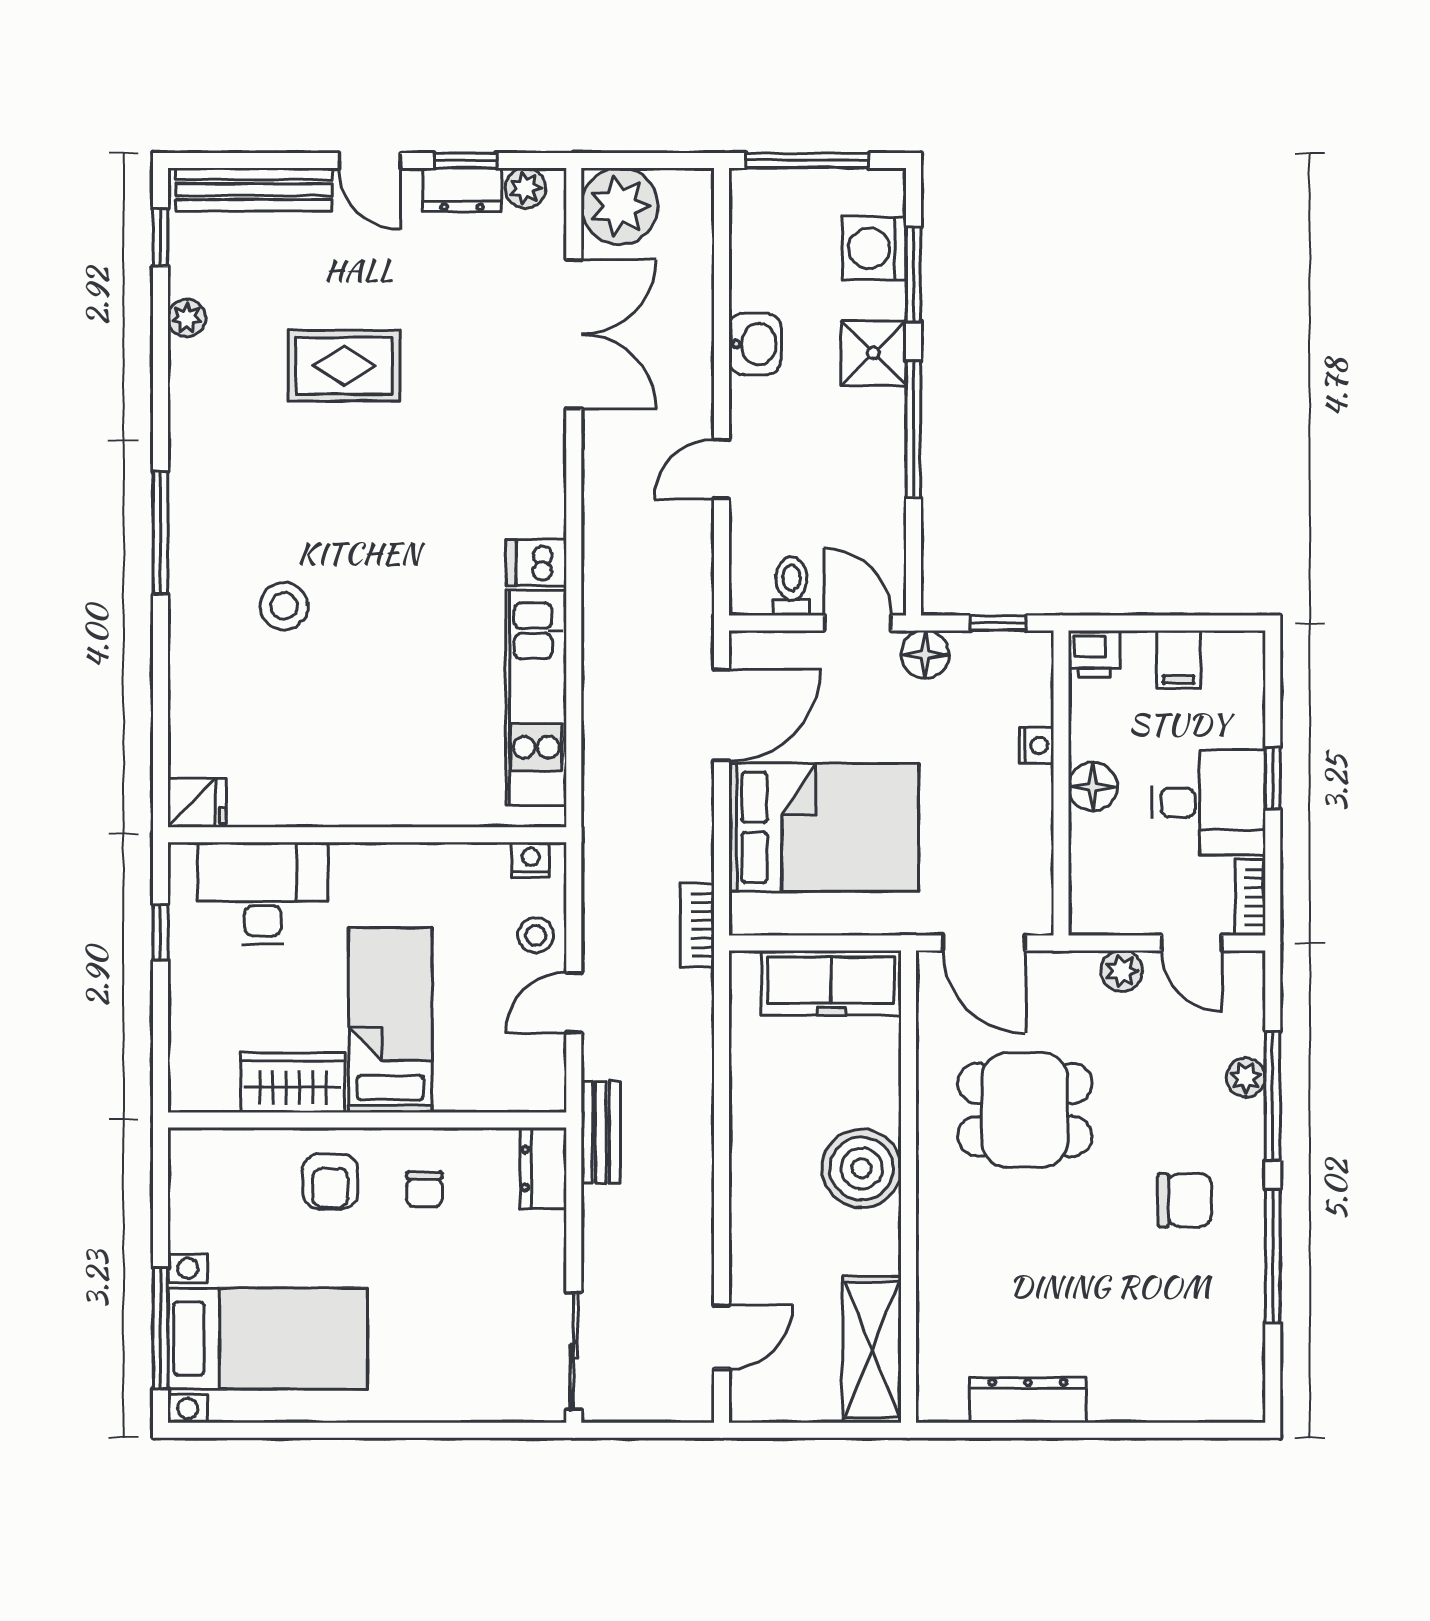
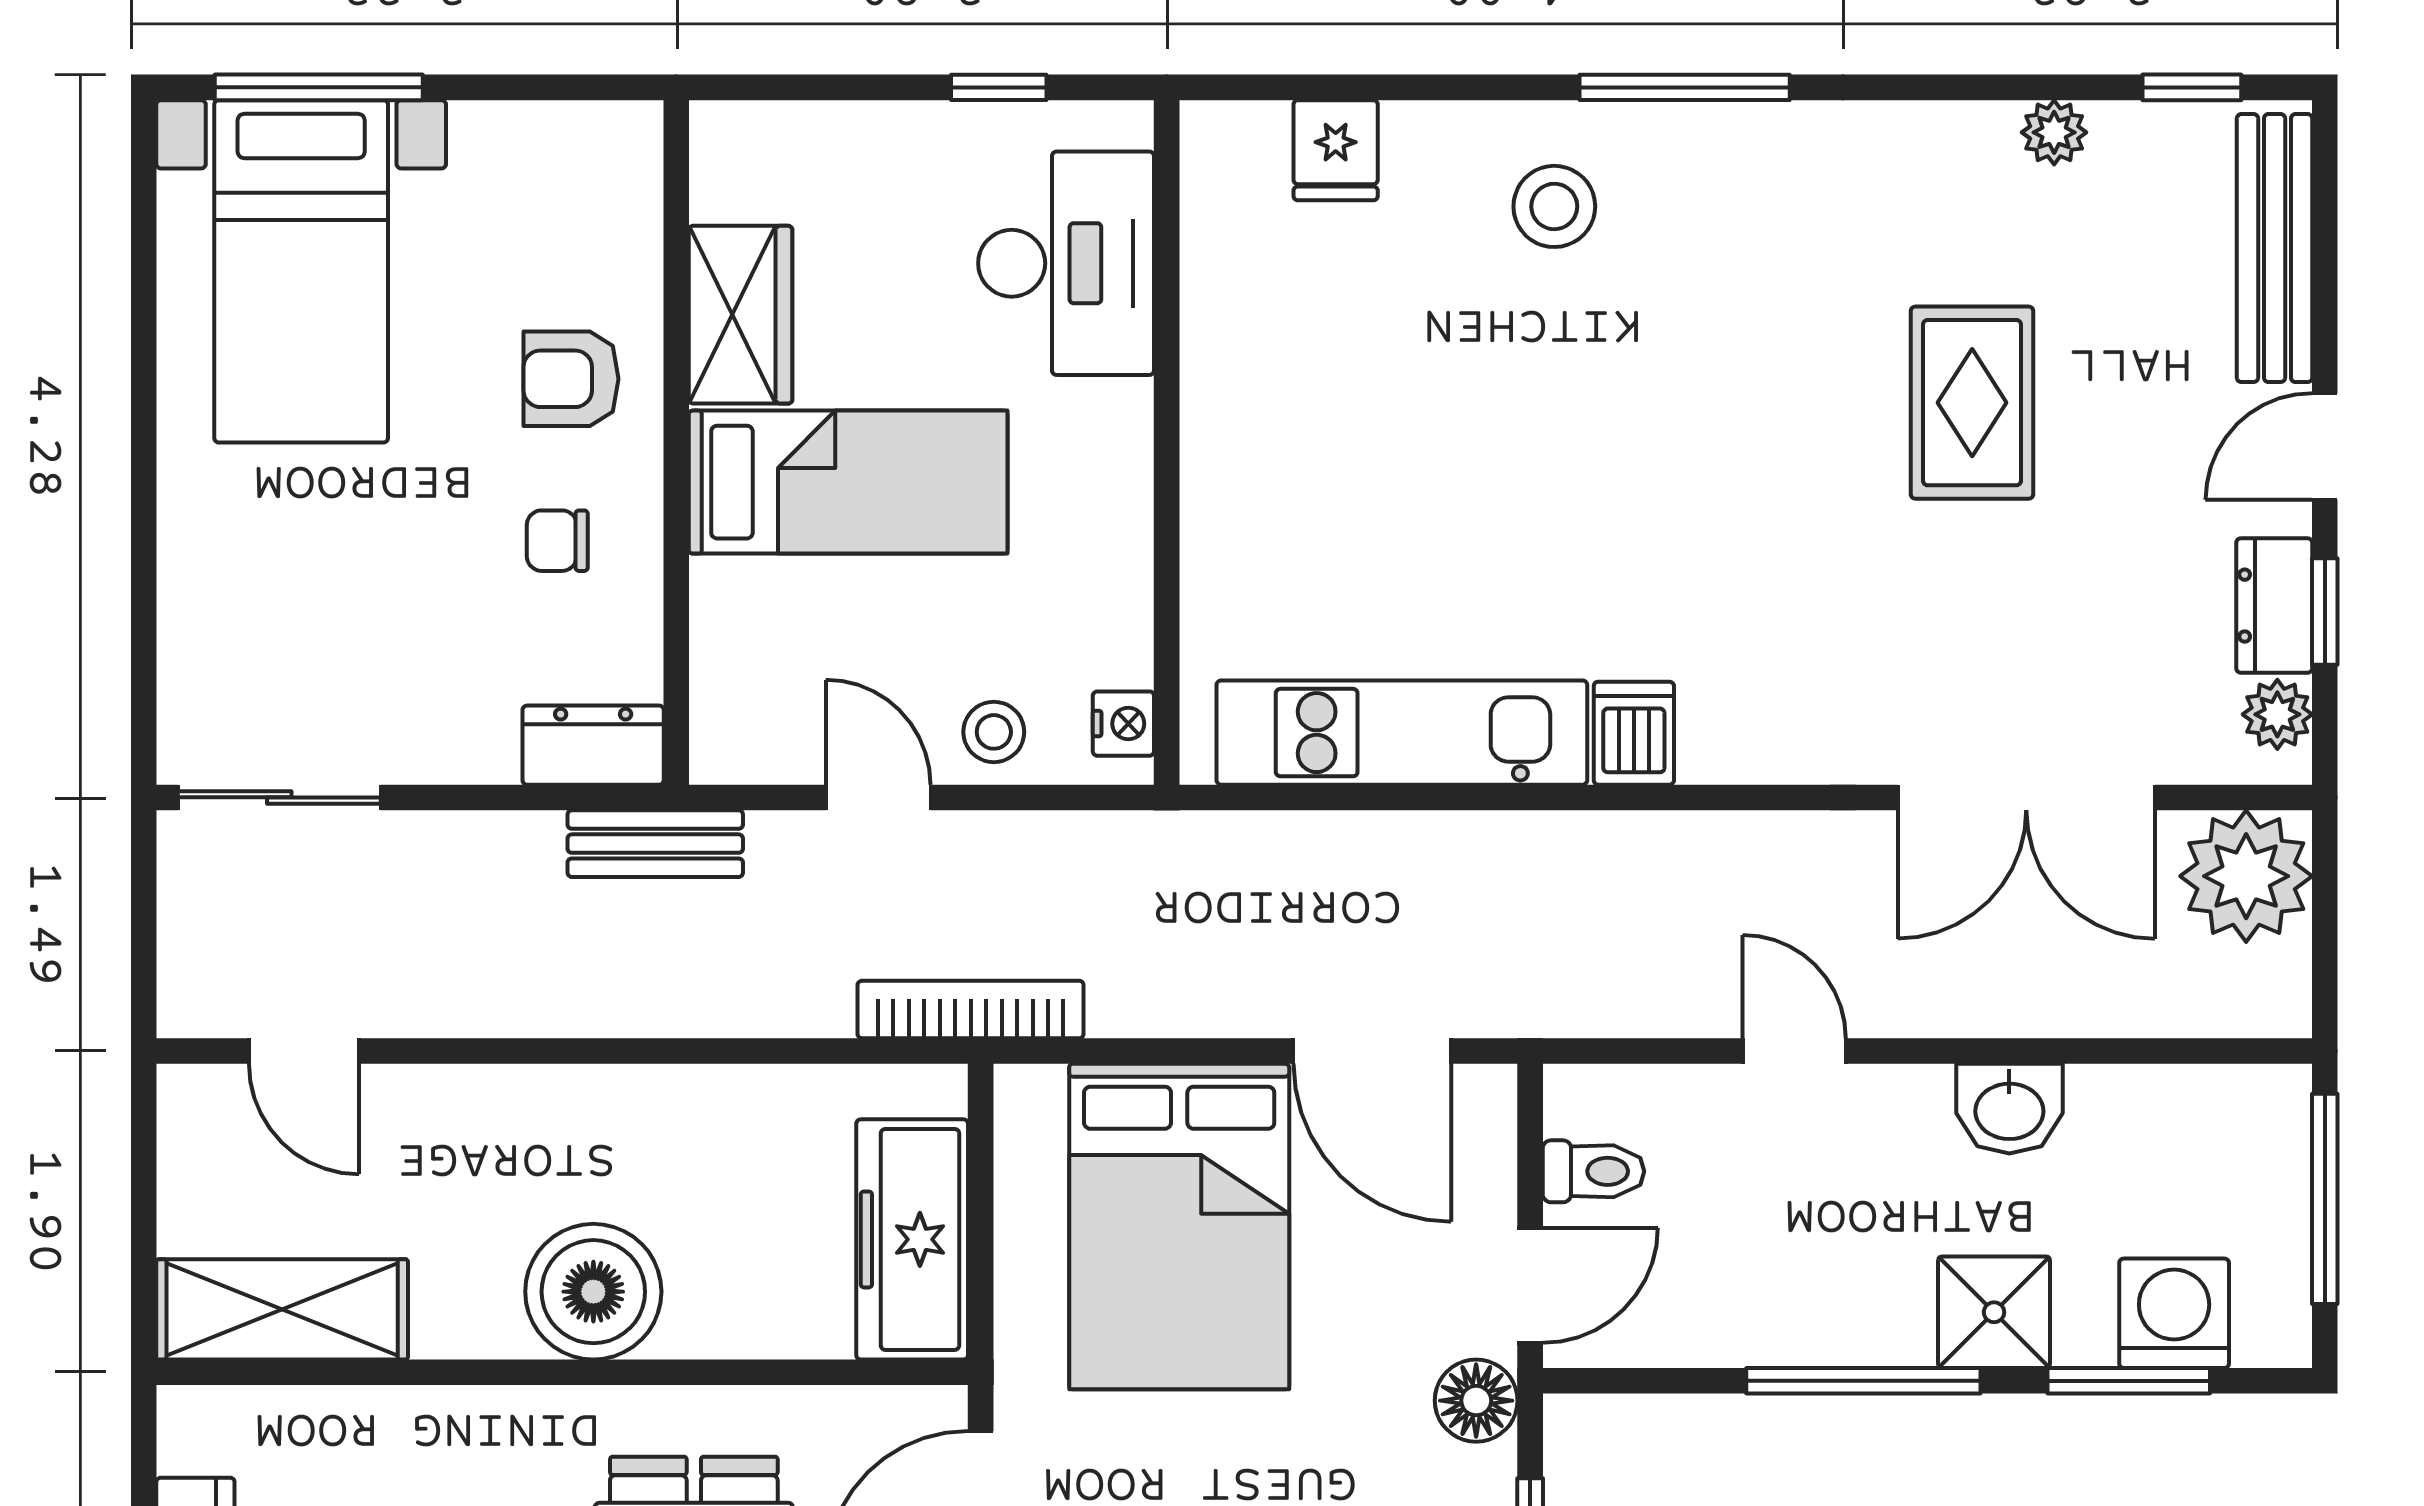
stool: (284, 606) -> (1554, 206), moved
fridge: (197, 803) -> (1336, 150), moved
bookcase: (697, 925) -> (971, 1009), width x1.56

